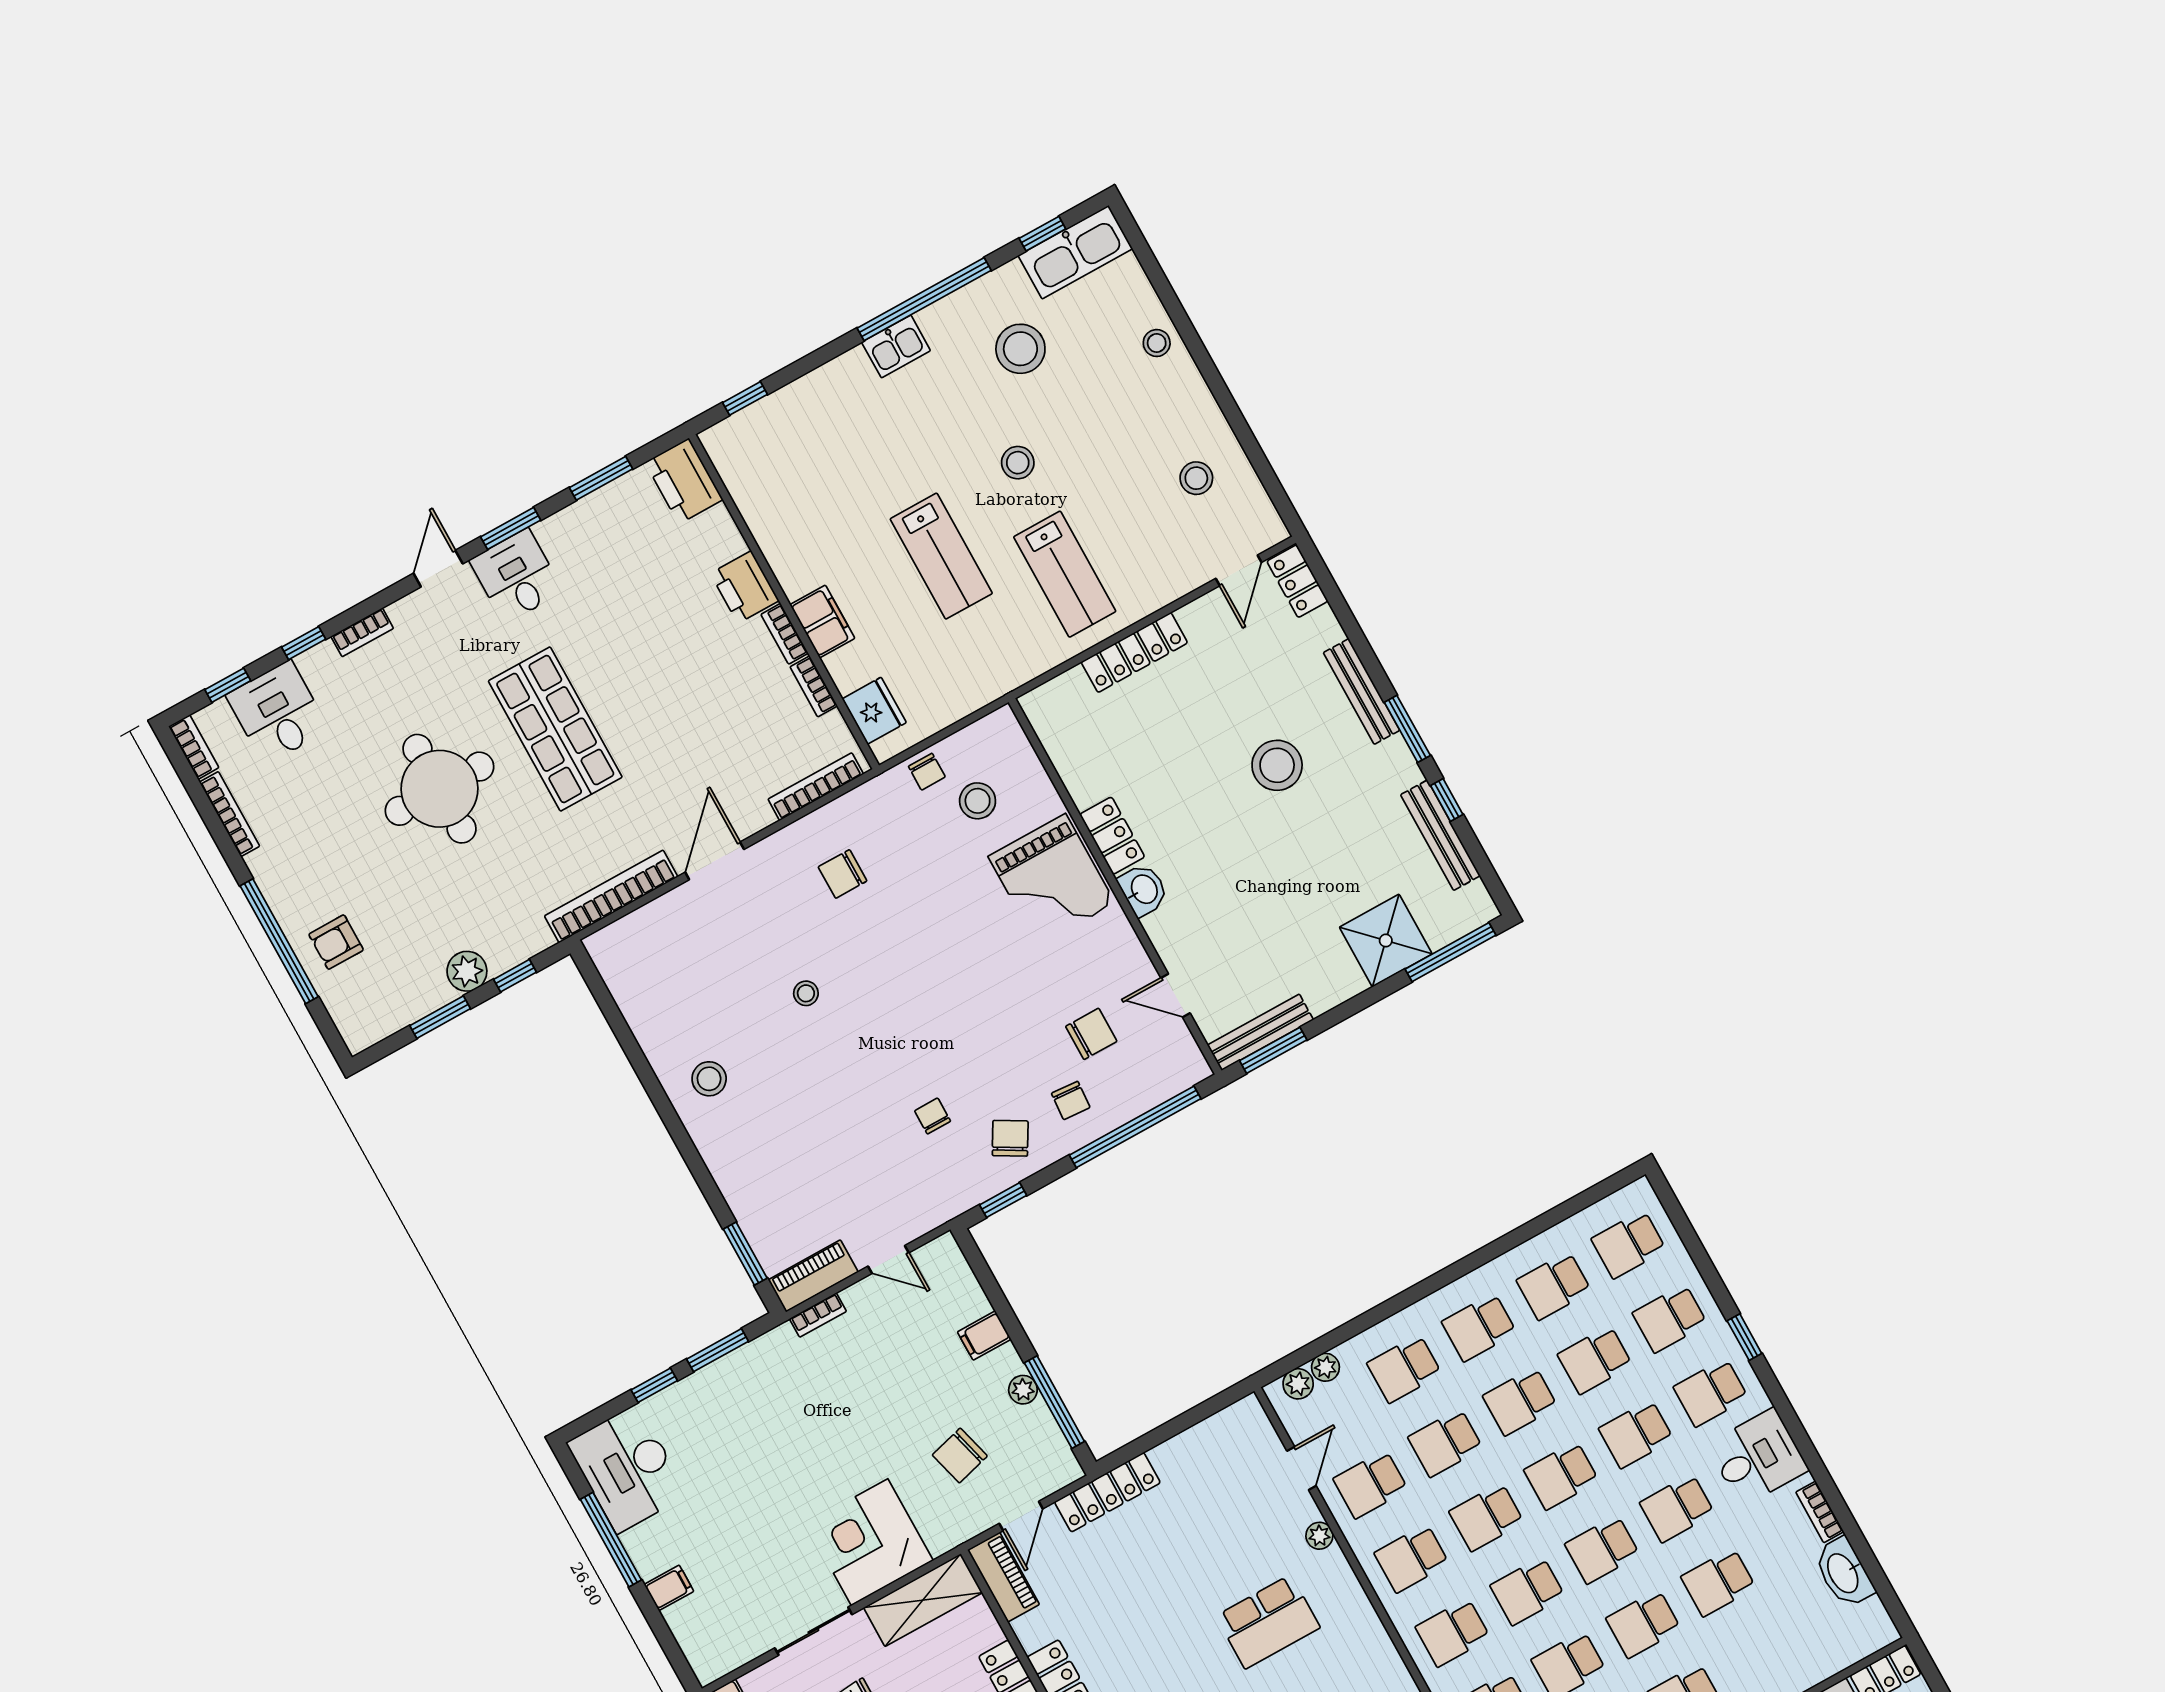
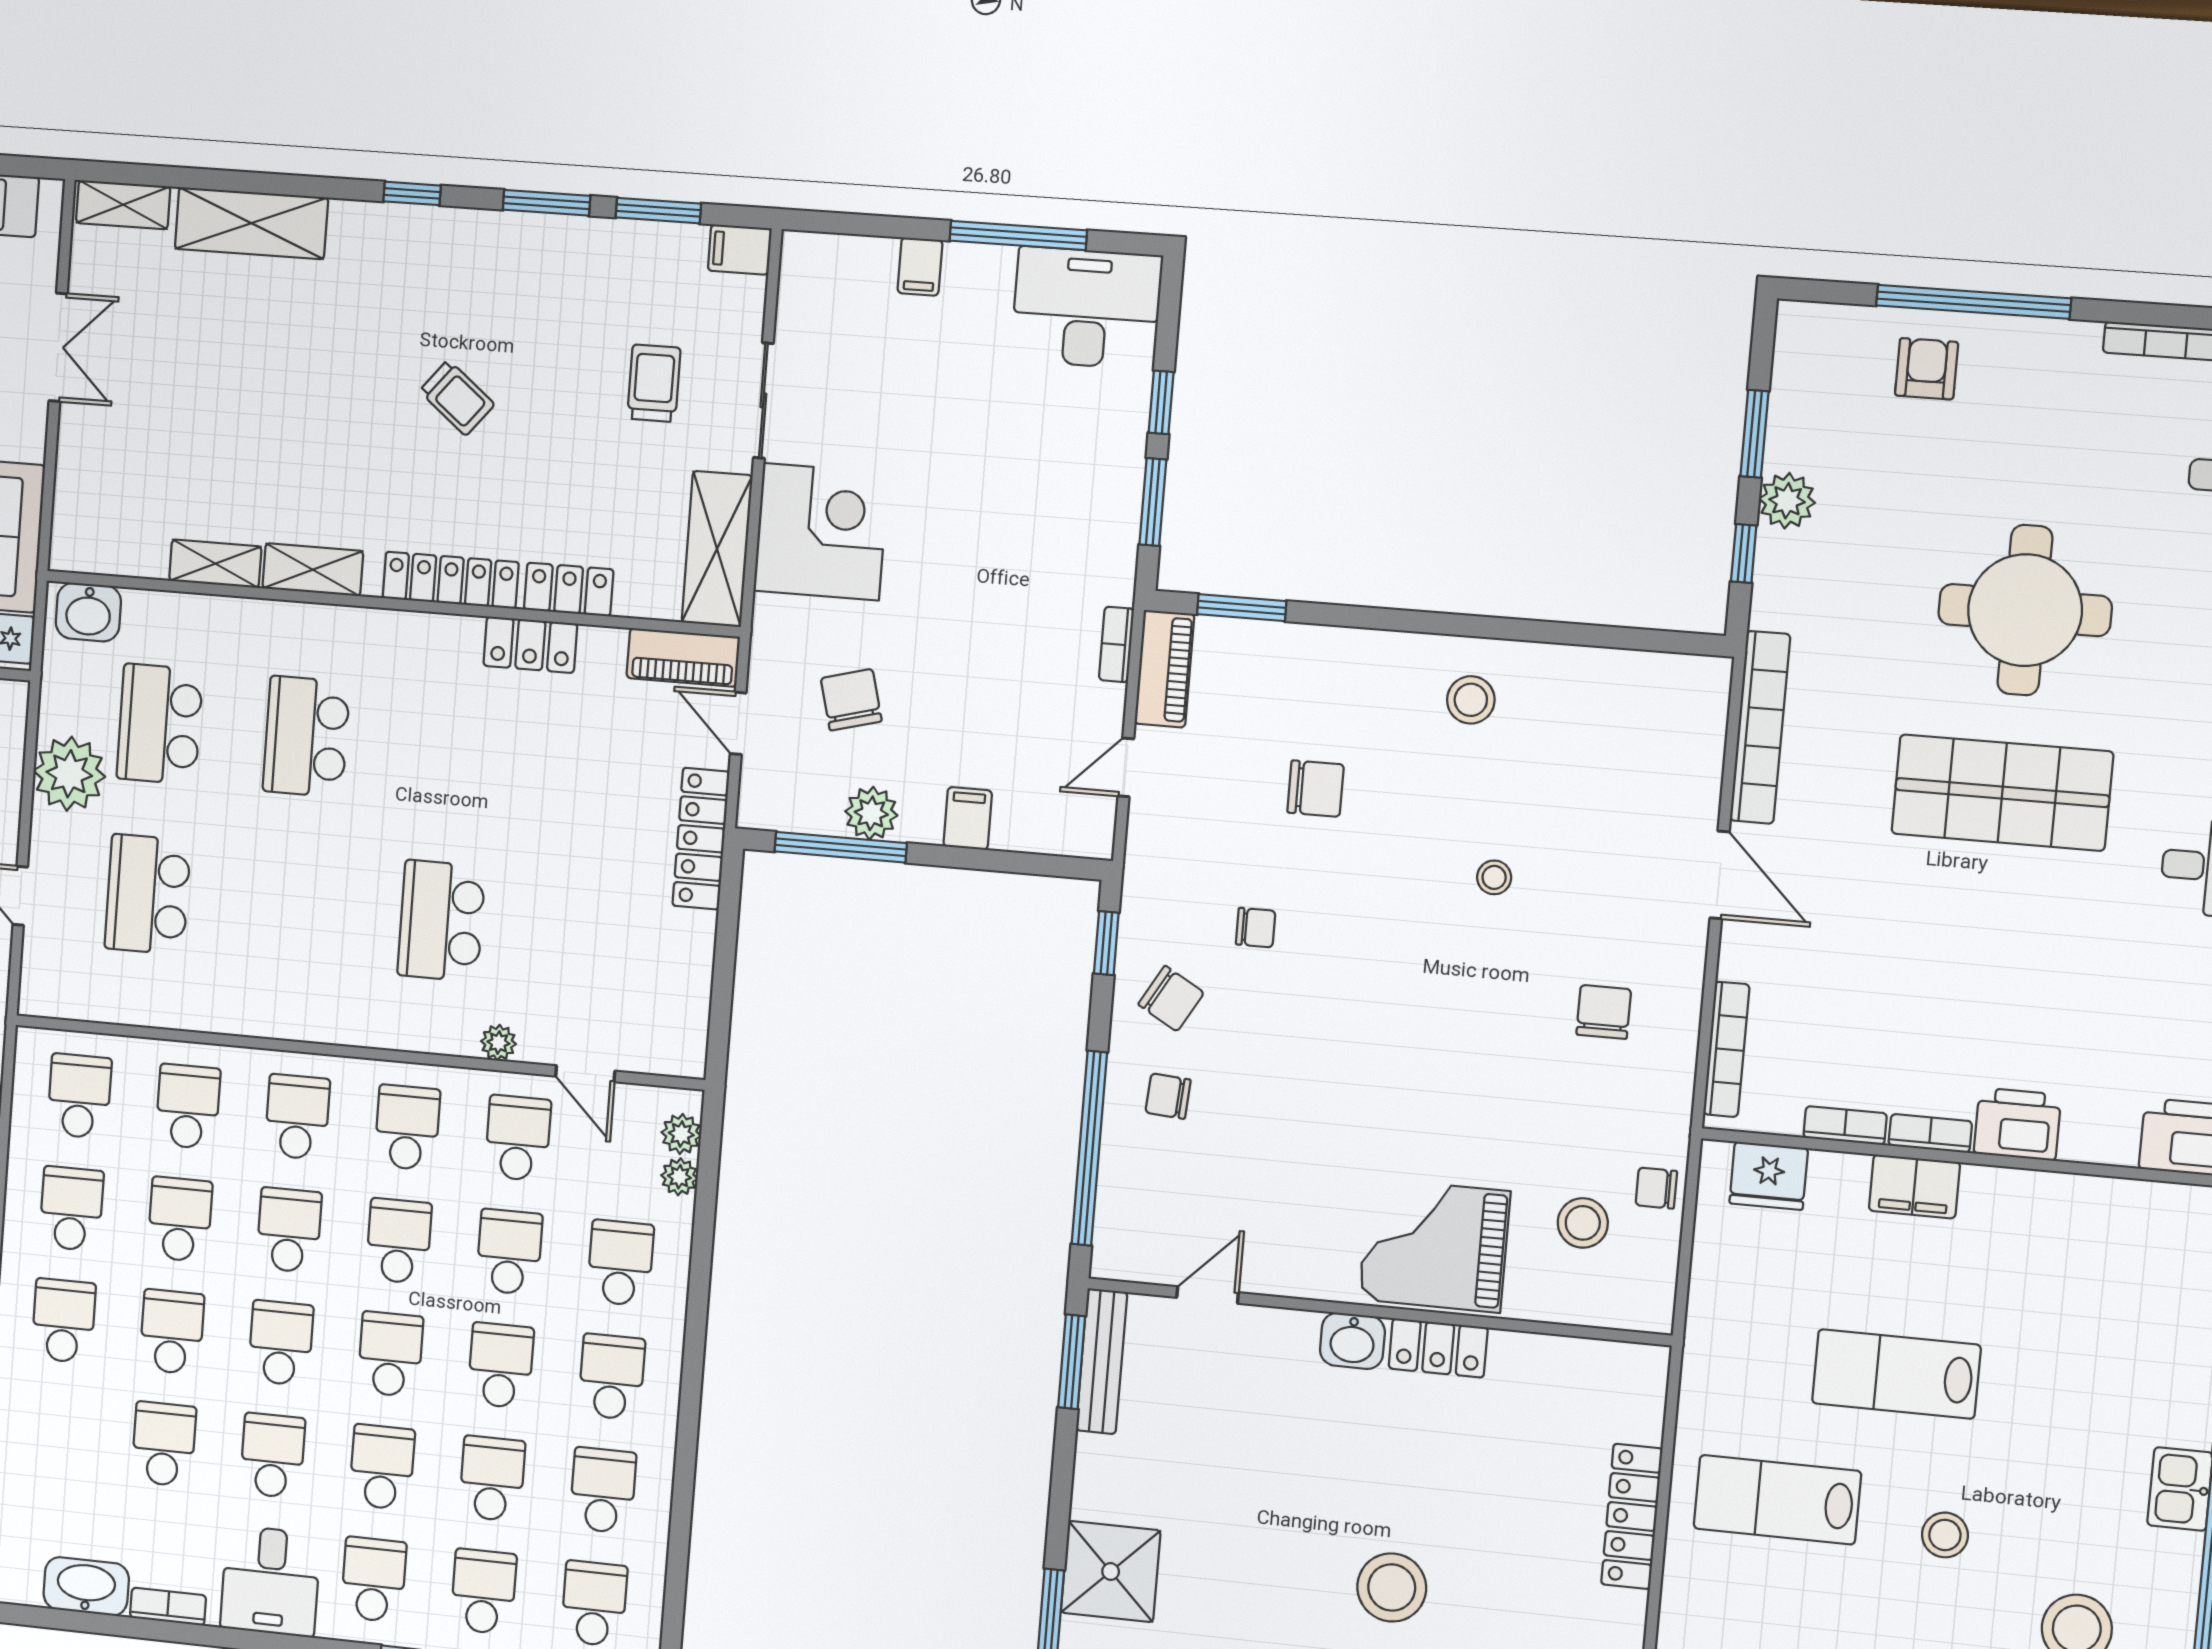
chair: (1091, 1034) -> (1316, 789), moved, turned -90
plant: (1023, 1390) -> (871, 813), width x1.38, depth x1.38

